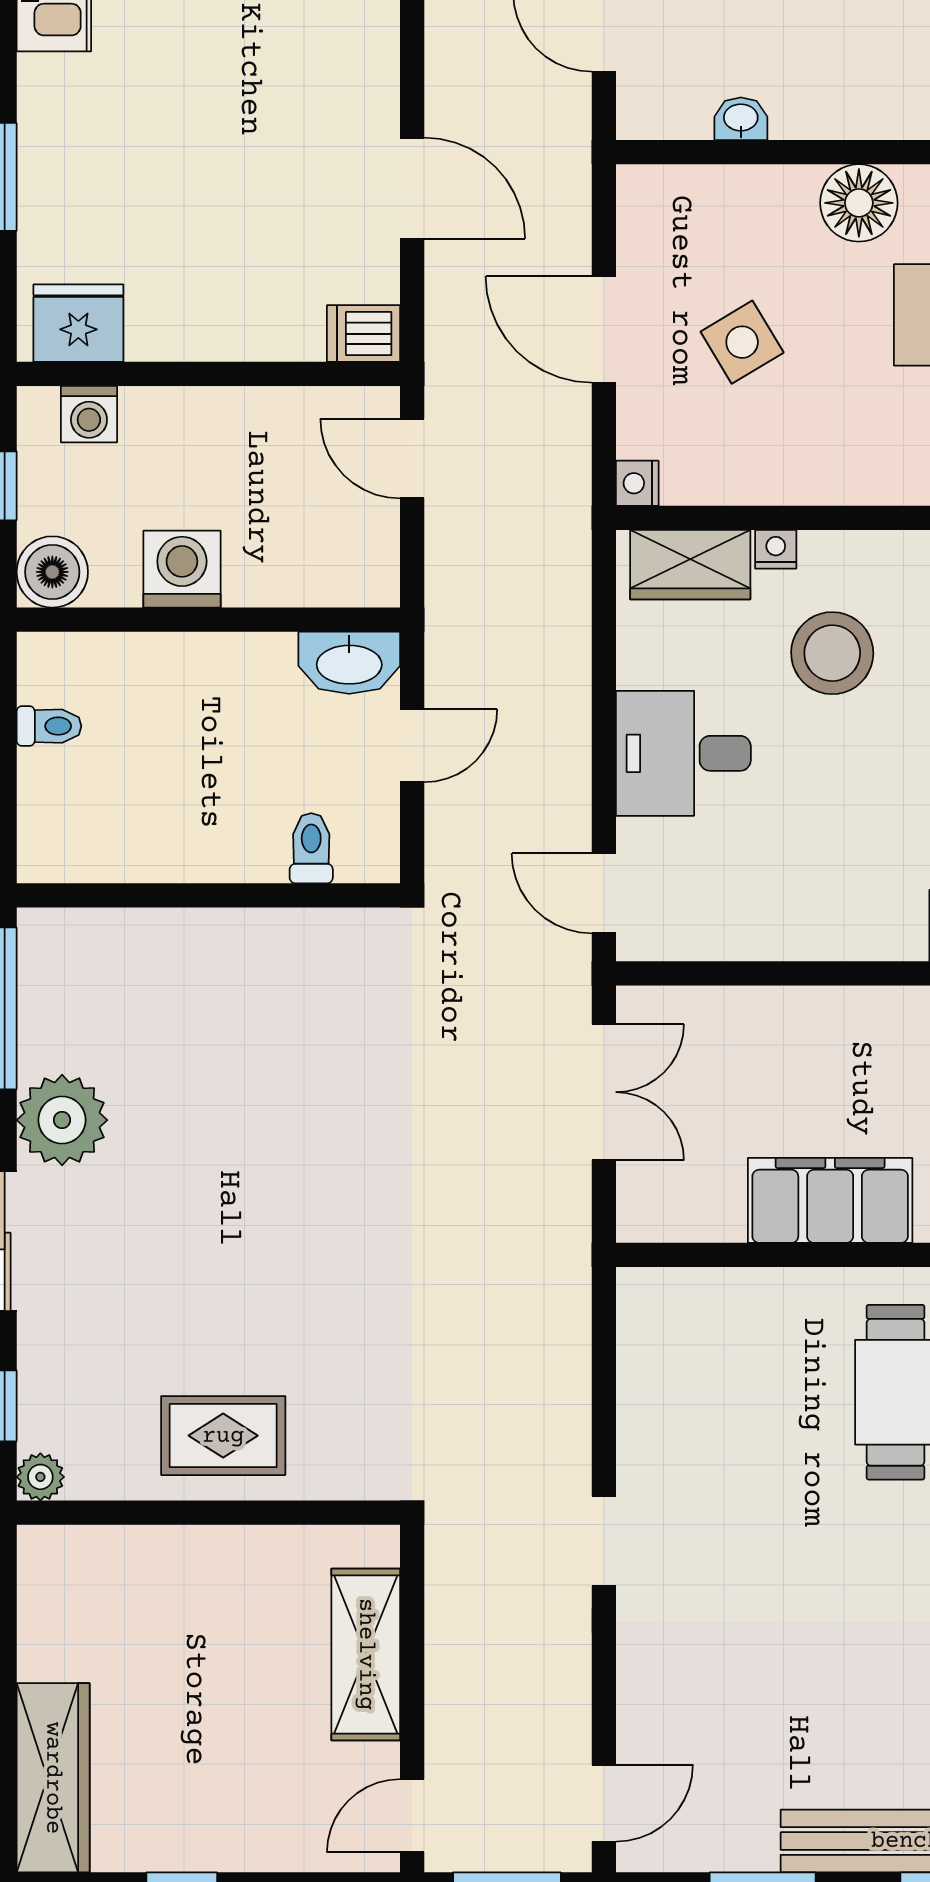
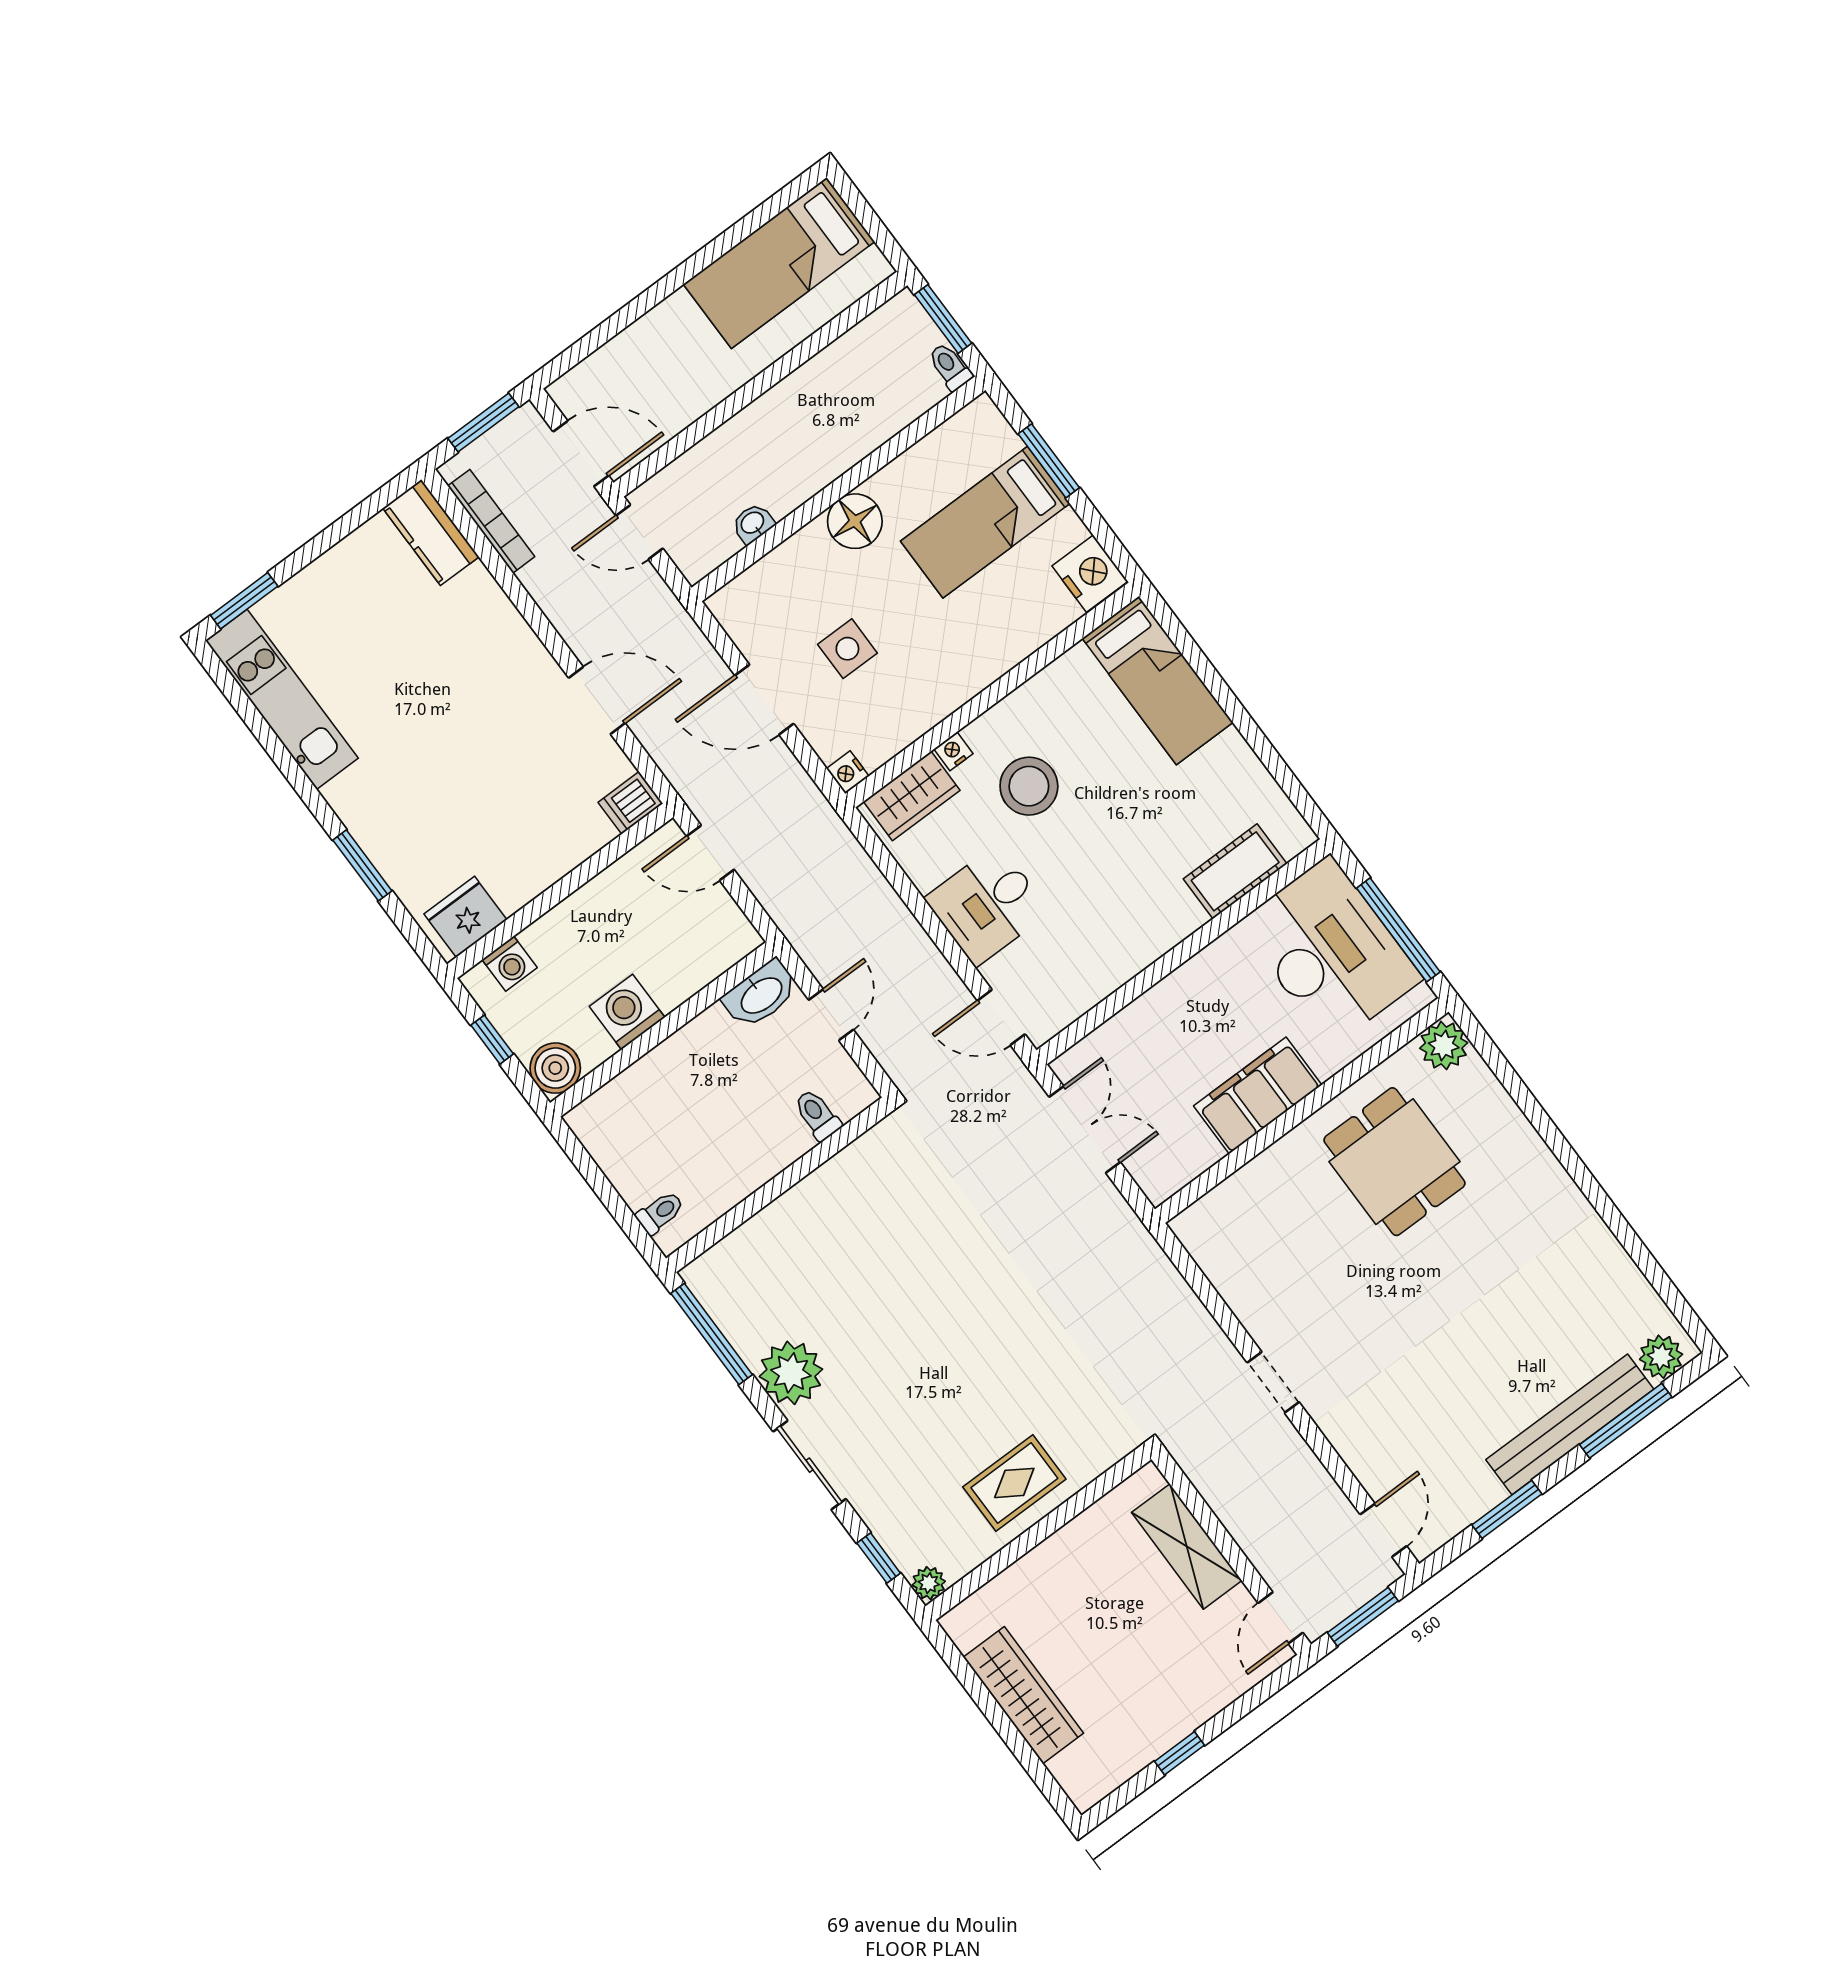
side table: (742, 342) -> (847, 649), turned 31
toilet: (49, 726) -> (660, 1213), moved
wardrobe: (53, 1778) -> (1023, 1695), moved

